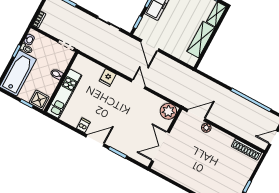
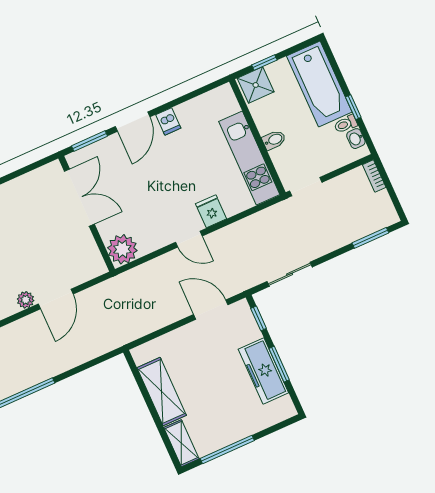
door: (138, 84) -> (189, 239), moved
kitchen unit: (64, 94) -> (249, 158), moved
plant: (168, 111) -> (122, 249), moved
wall: (165, 138) -> (87, 214), moved
double door: (160, 147) -> (79, 198), moved

